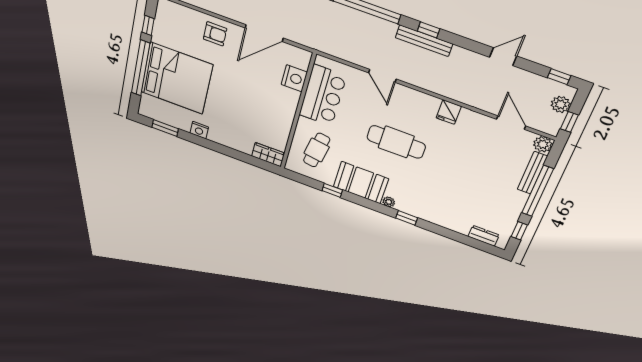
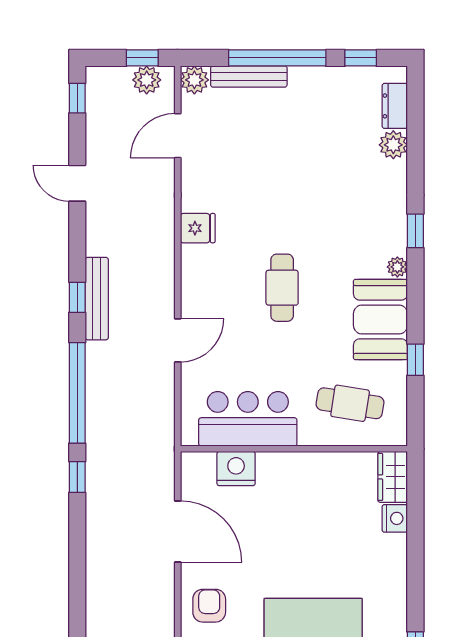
plant: (561, 104) -> (147, 80), moved
nightstand: (199, 130) -> (395, 518), moved
cafe table: (396, 142) -> (282, 288), width x0.73, depth x0.74
plant: (461, 227) -> (393, 145), added

